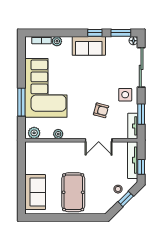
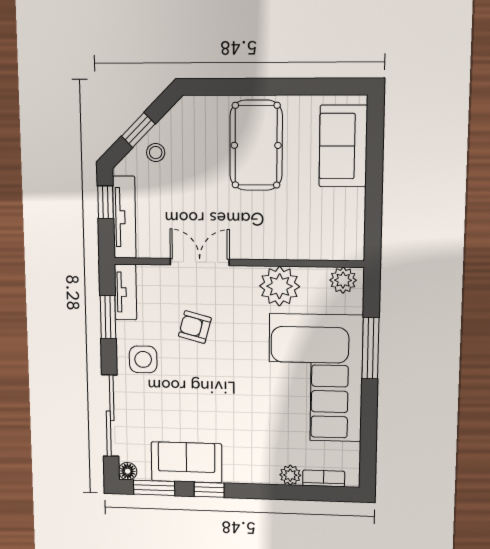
sofa: (89, 46) -> (187, 462), moved
plant: (58, 134) -> (279, 286), width x1.88, depth x1.88

